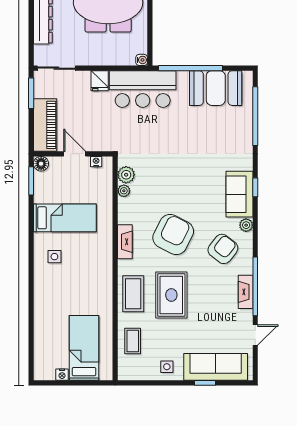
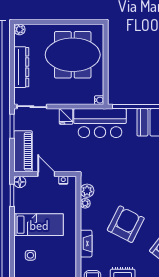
armchair: (173, 235) -> (126, 224), moved

